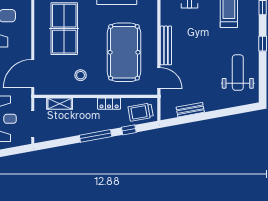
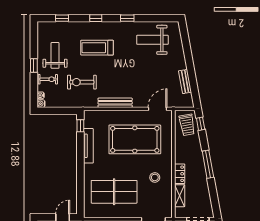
bench: (166, 45) -> (115, 103), moved
locker: (109, 104) -> (180, 174), moved
window: (129, 130) -> (201, 124), moved

